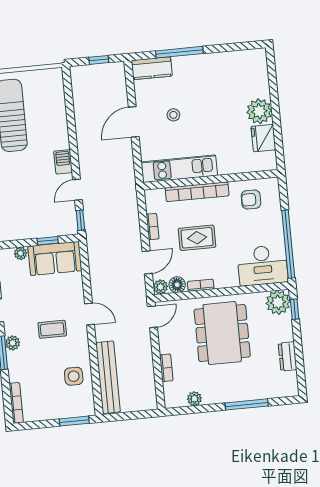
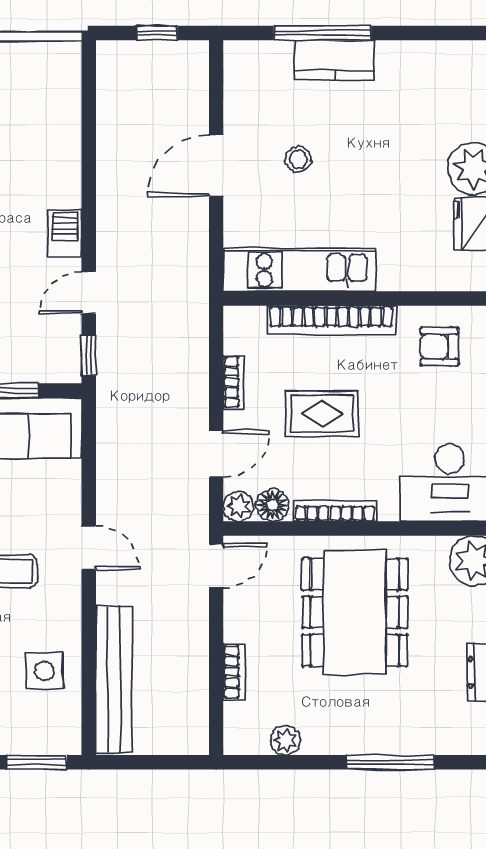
kitchen counter: (152, 68) -> (335, 60), moved
bookcase: (201, 285) -> (335, 511), width x1.56

